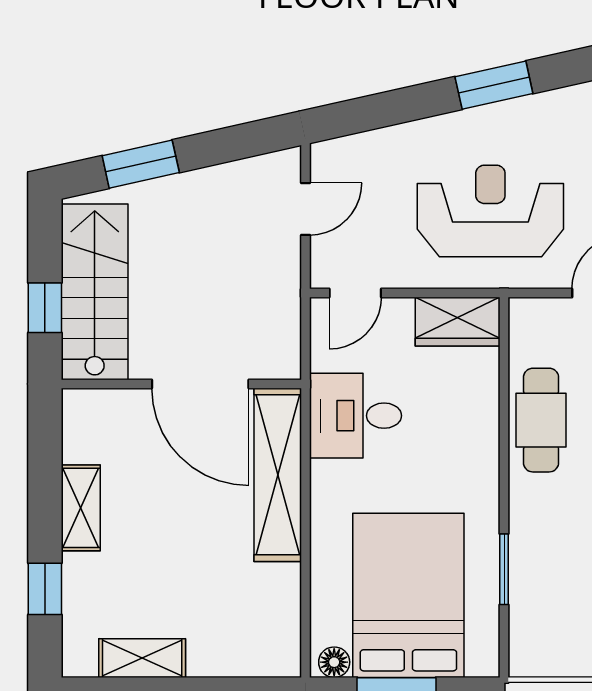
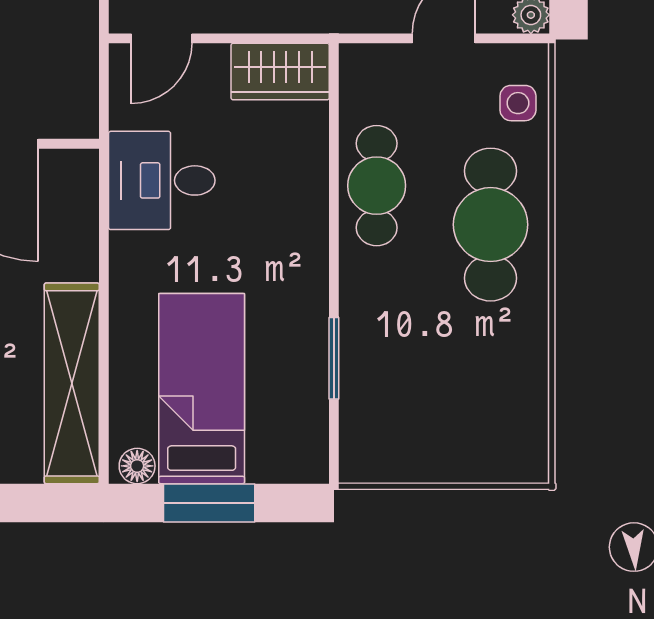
shelving: (278, 475) -> (72, 383), moved
bed: (408, 595) -> (202, 389), width x0.67

